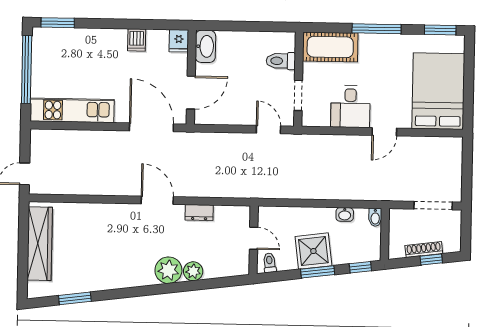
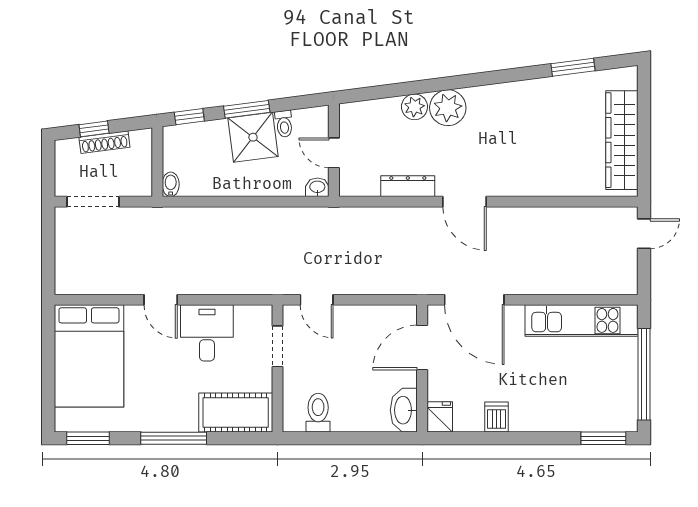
toilet: (281, 61) -> (318, 413), moved, turned -90
door: (384, 132) -> (161, 300), swing flipped
dresser: (199, 212) -> (408, 186), width x1.44
washbasin: (345, 214) -> (317, 187), moved
toilet: (270, 263) -> (284, 124), moved

